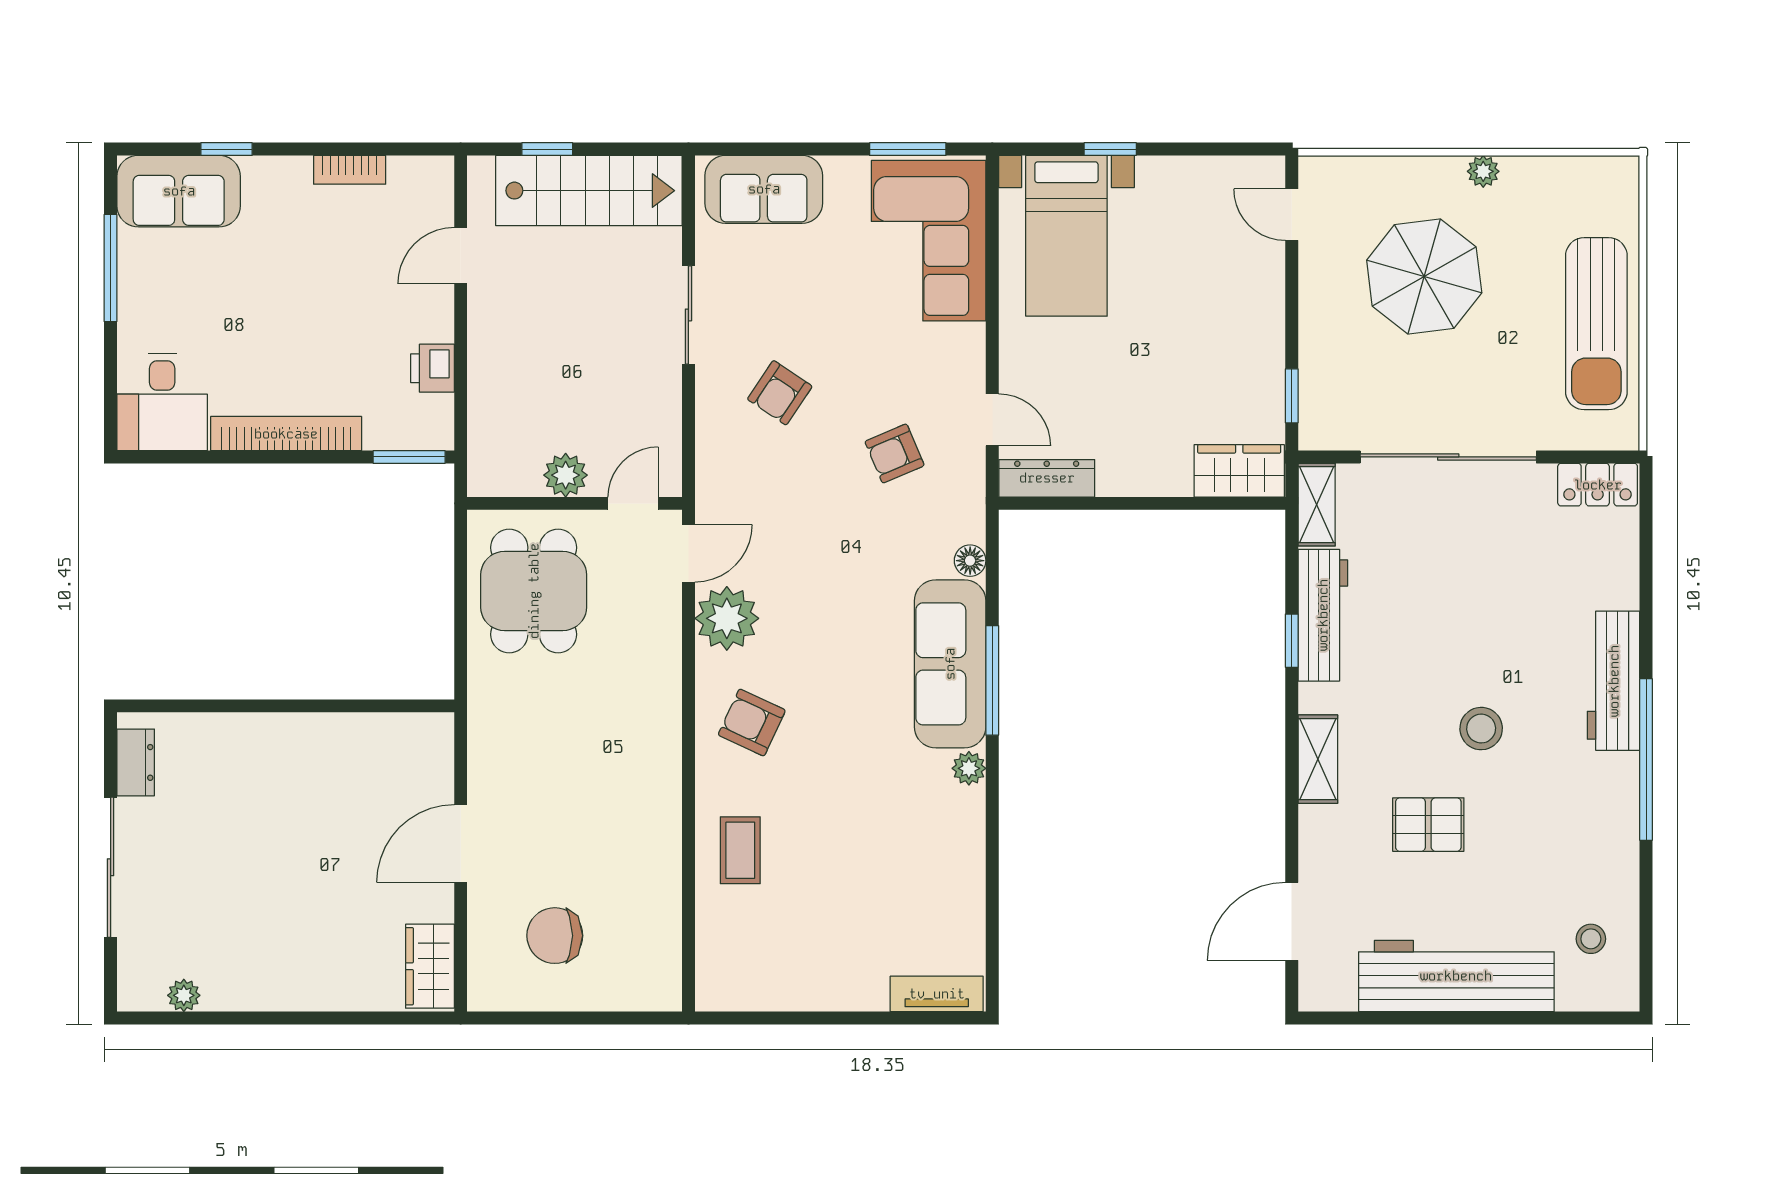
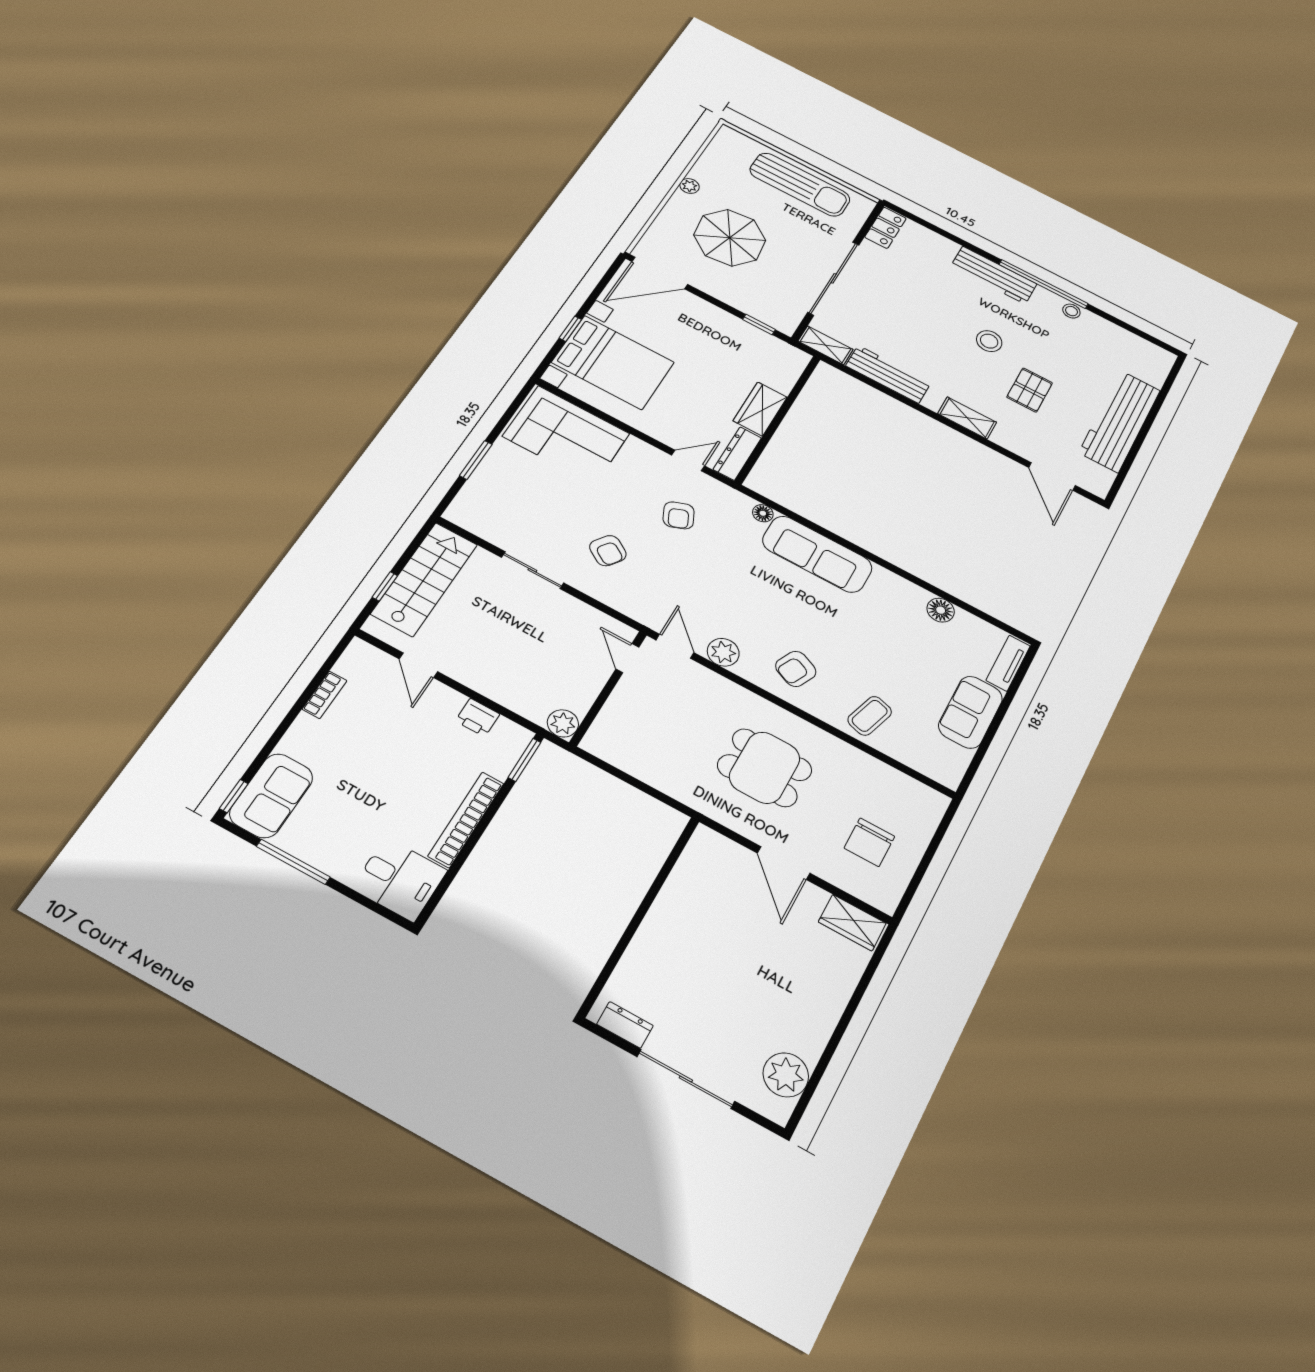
window: (226, 149) -> (234, 796), moved
window: (908, 149) -> (476, 460), moved
sofa: (764, 189) -> (971, 712), moved, turned 180
door: (1292, 215) -> (660, 273), width x1.88
bed with nightstands: (1066, 236) -> (613, 362), width x1.36
wardrobe: (1239, 471) -> (760, 409), moved
plant: (566, 475) -> (563, 723), moved
dining table: (534, 591) -> (765, 768), moved
plant: (727, 618) -> (723, 652), width x0.73, depth x0.73
window: (1292, 641) -> (895, 395), removed
window: (992, 680) -> (838, 540), removed
plant: (969, 768) -> (883, 577), removed
coffee table: (740, 850) -> (870, 716), turned -73
floor lamp: (965, 868) -> (941, 610), added
stool: (1591, 939) -> (1071, 311), moved
plant: (184, 995) -> (786, 1075), width x1.88, depth x1.88

